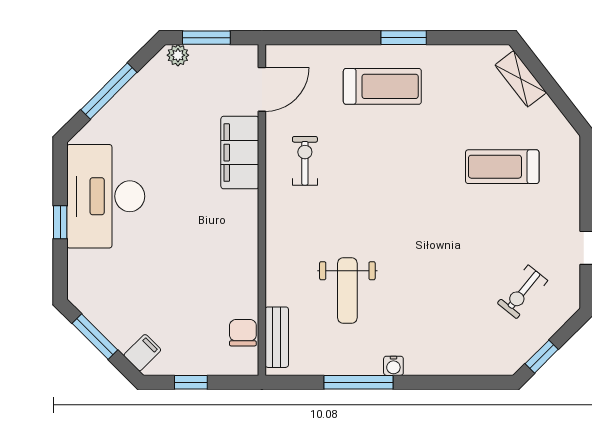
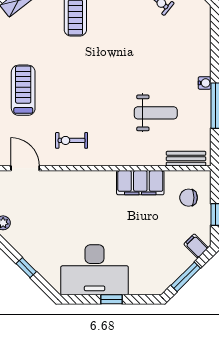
window: (109, 91) -> (26, 268), width x0.46
filing cabinet: (240, 153) -> (140, 183), moved
chair: (243, 333) -> (189, 198), moved

